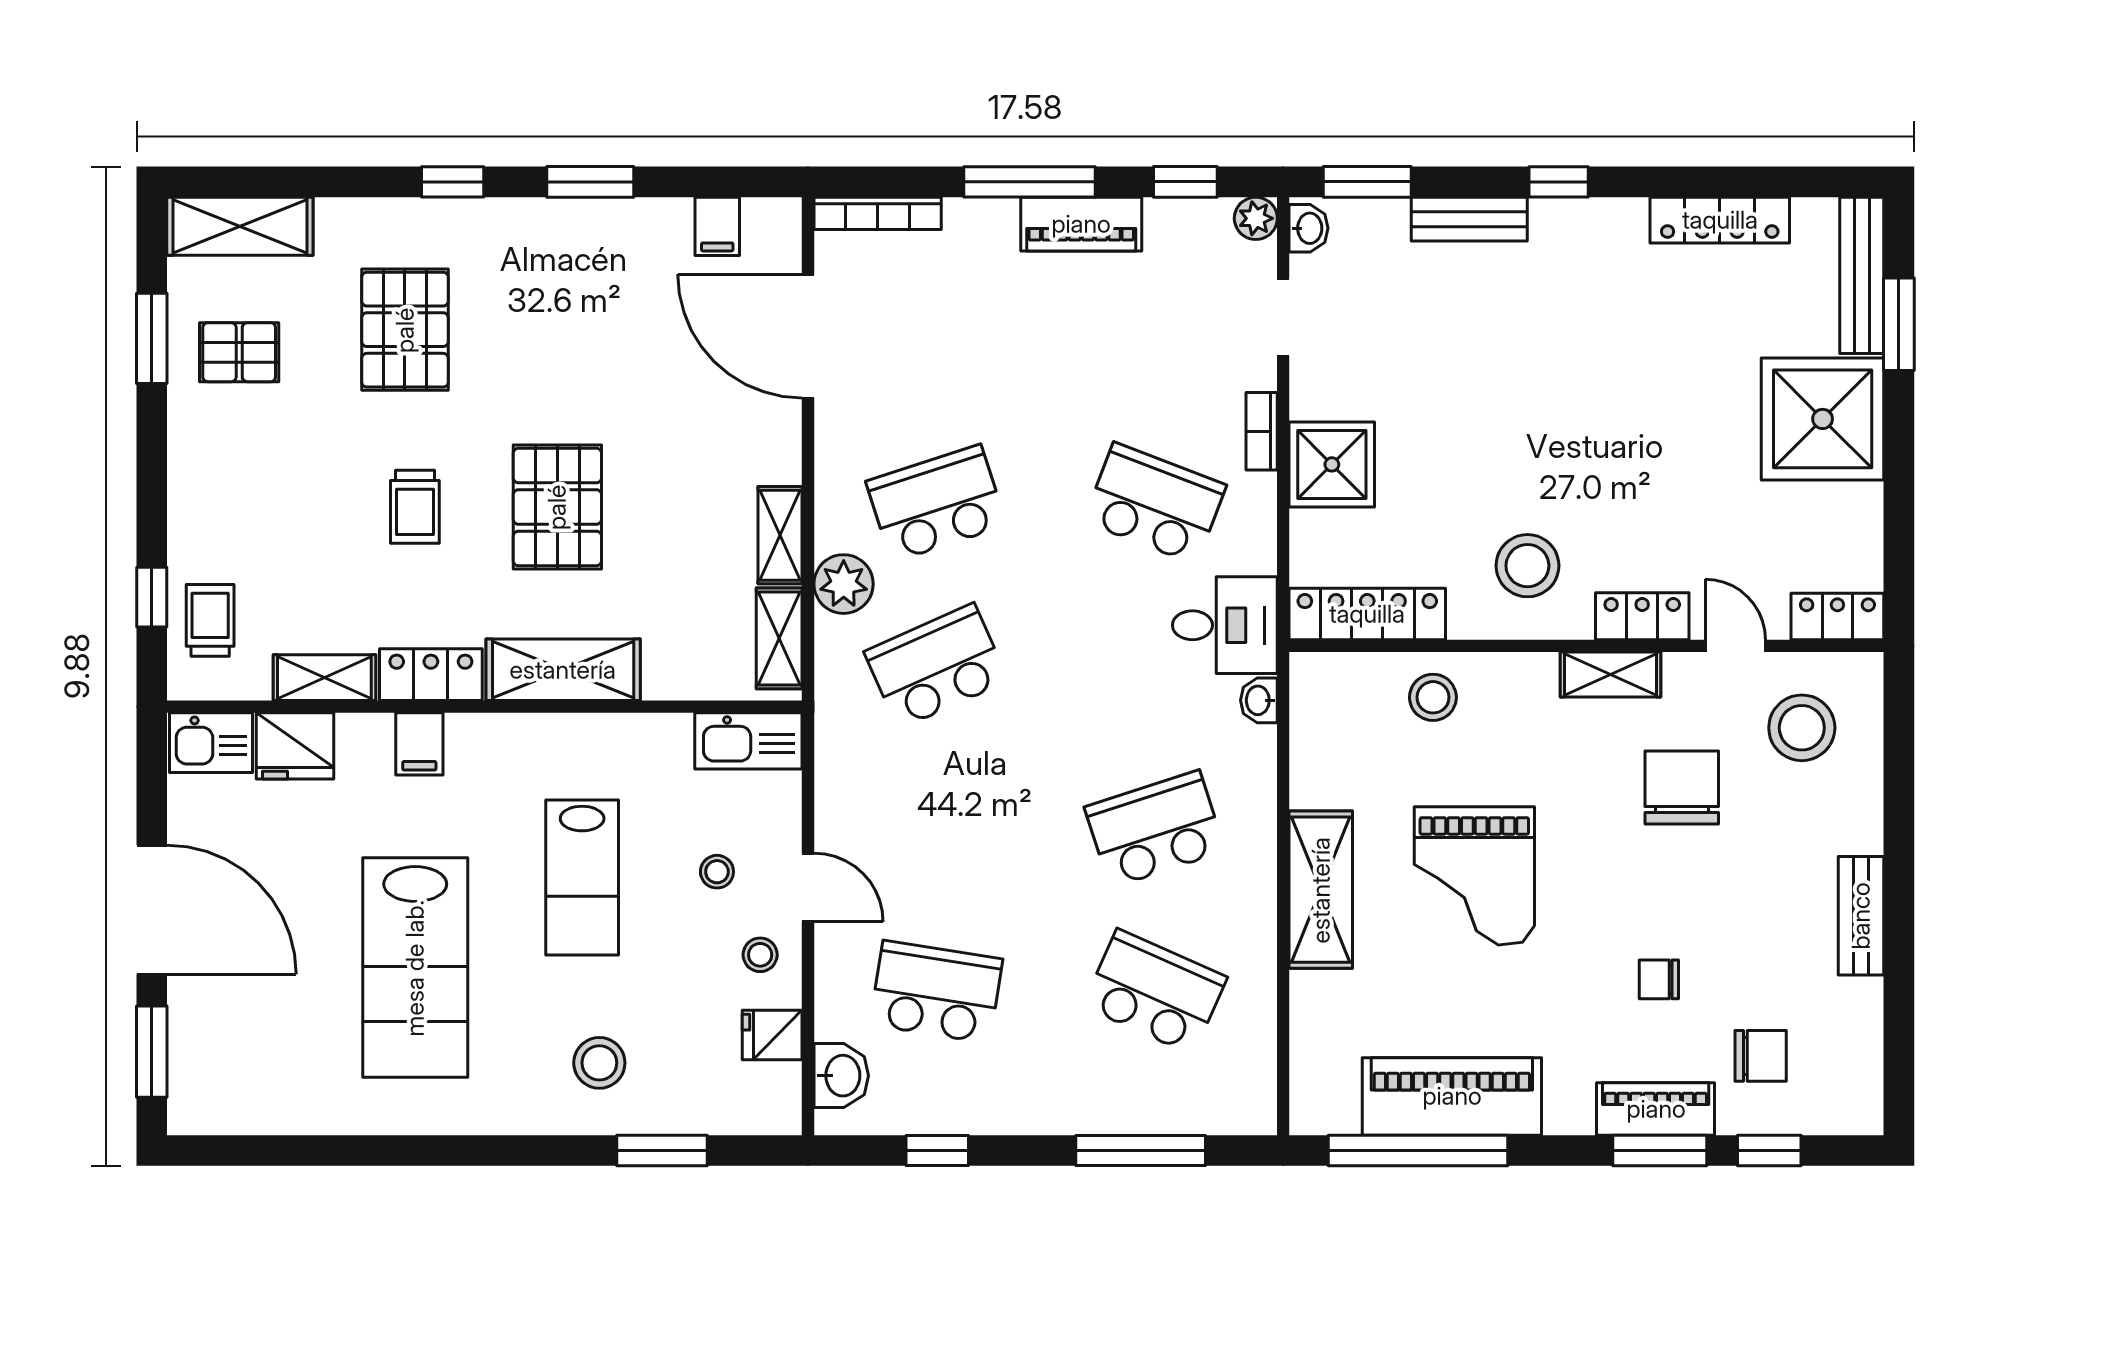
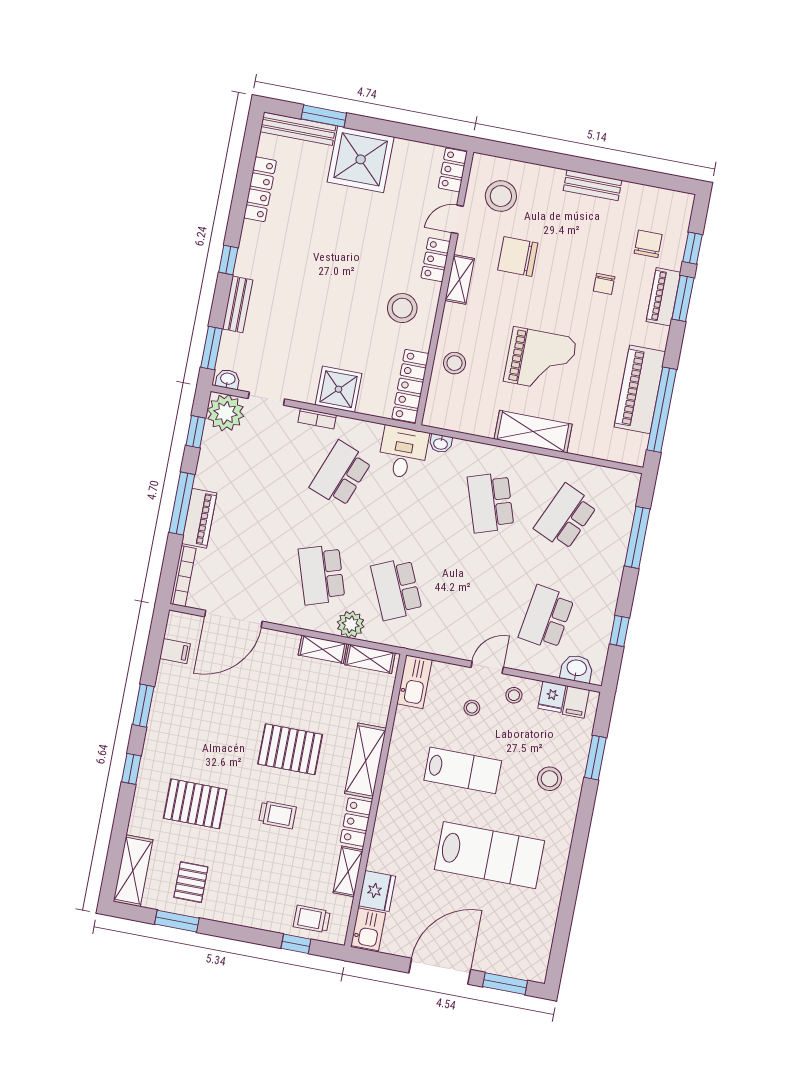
plant: (1256, 218) -> (225, 413), width x1.87, depth x1.87
piano: (1081, 224) -> (199, 518), moved
filing cabinet: (419, 744) -> (576, 702), moved, turned 90

